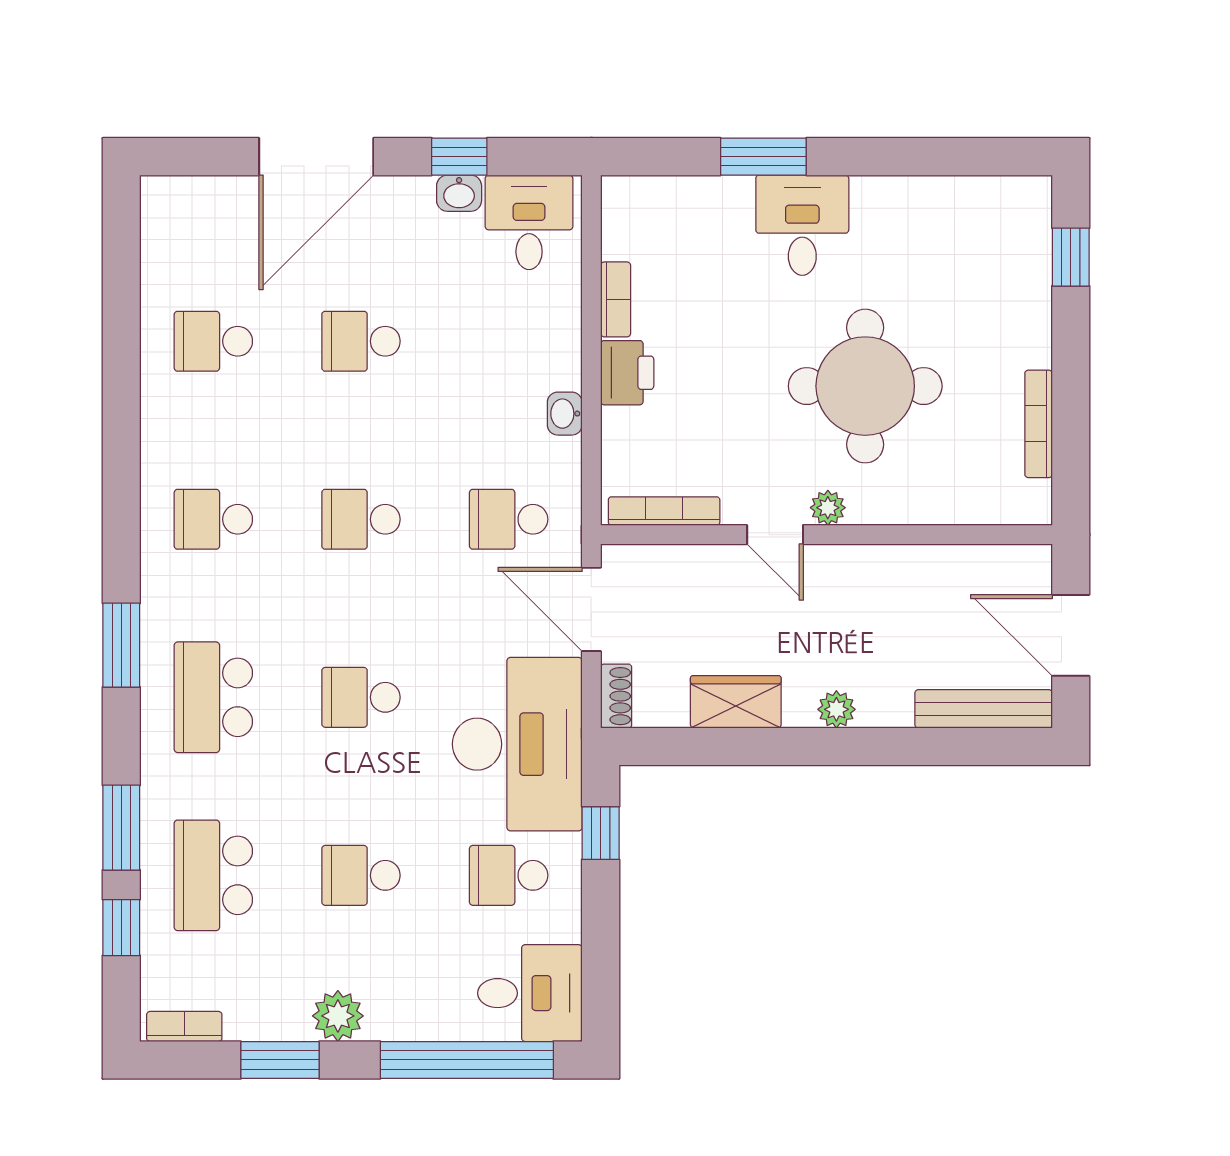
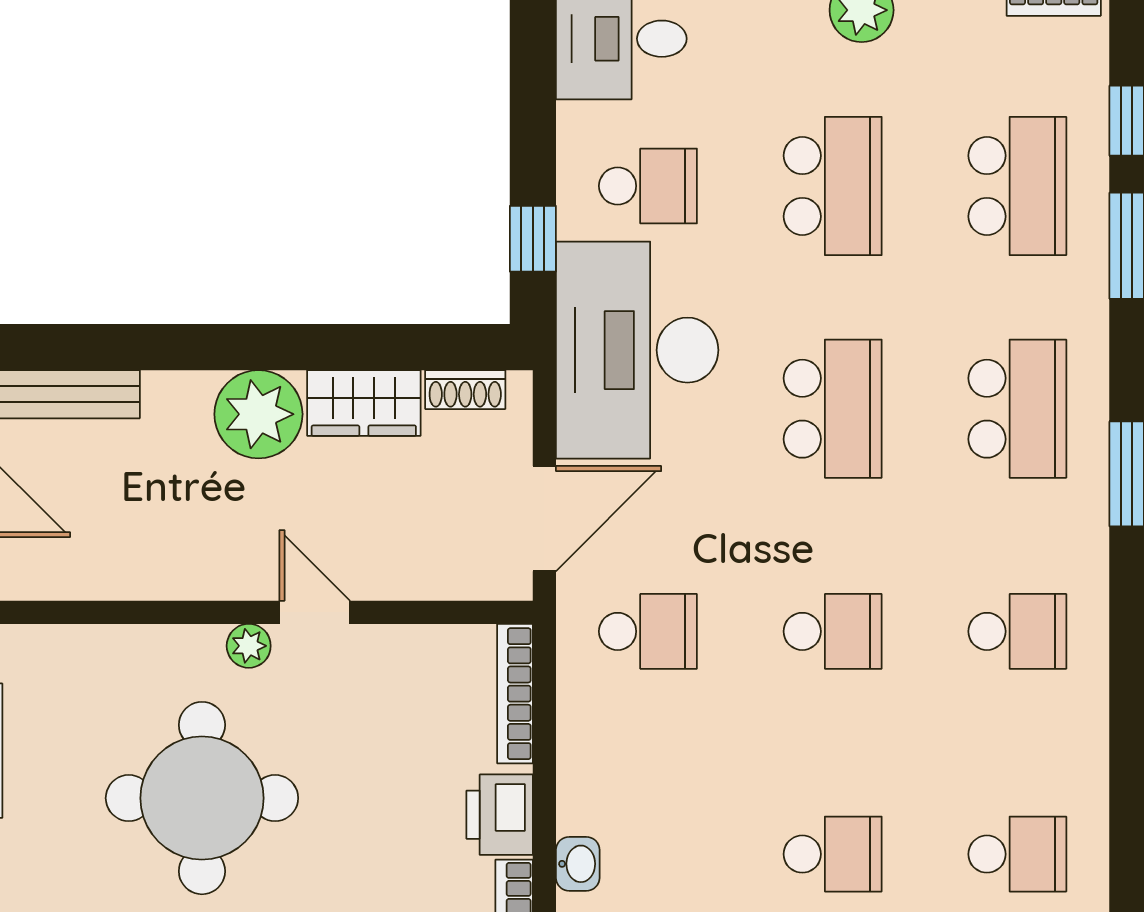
washbasin: (565, 414) -> (578, 864), moved
bookcase: (664, 511) -> (515, 694), moved, turned 90
door: (591, 609) -> (544, 519), hinge flipped
shoe rack: (616, 696) -> (465, 390), moved, turned -90
school desk: (361, 697) -> (833, 409), width x1.85
plant: (836, 709) -> (258, 414), width x1.88, depth x1.88
school desk: (361, 875) -> (833, 186), width x1.85

